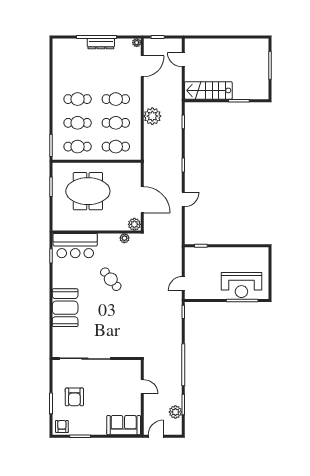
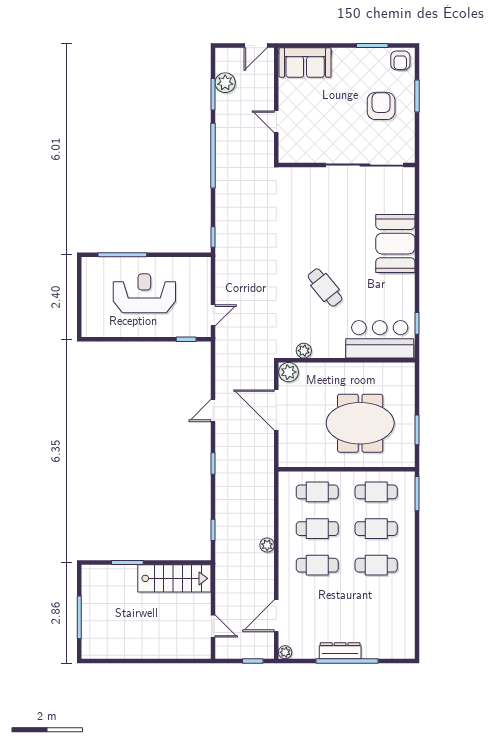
plant: (152, 116) -> (267, 545), width x0.53, depth x0.53
door: (183, 283) -> (213, 315), moved
reception desk: (241, 285) -> (144, 293), moved

